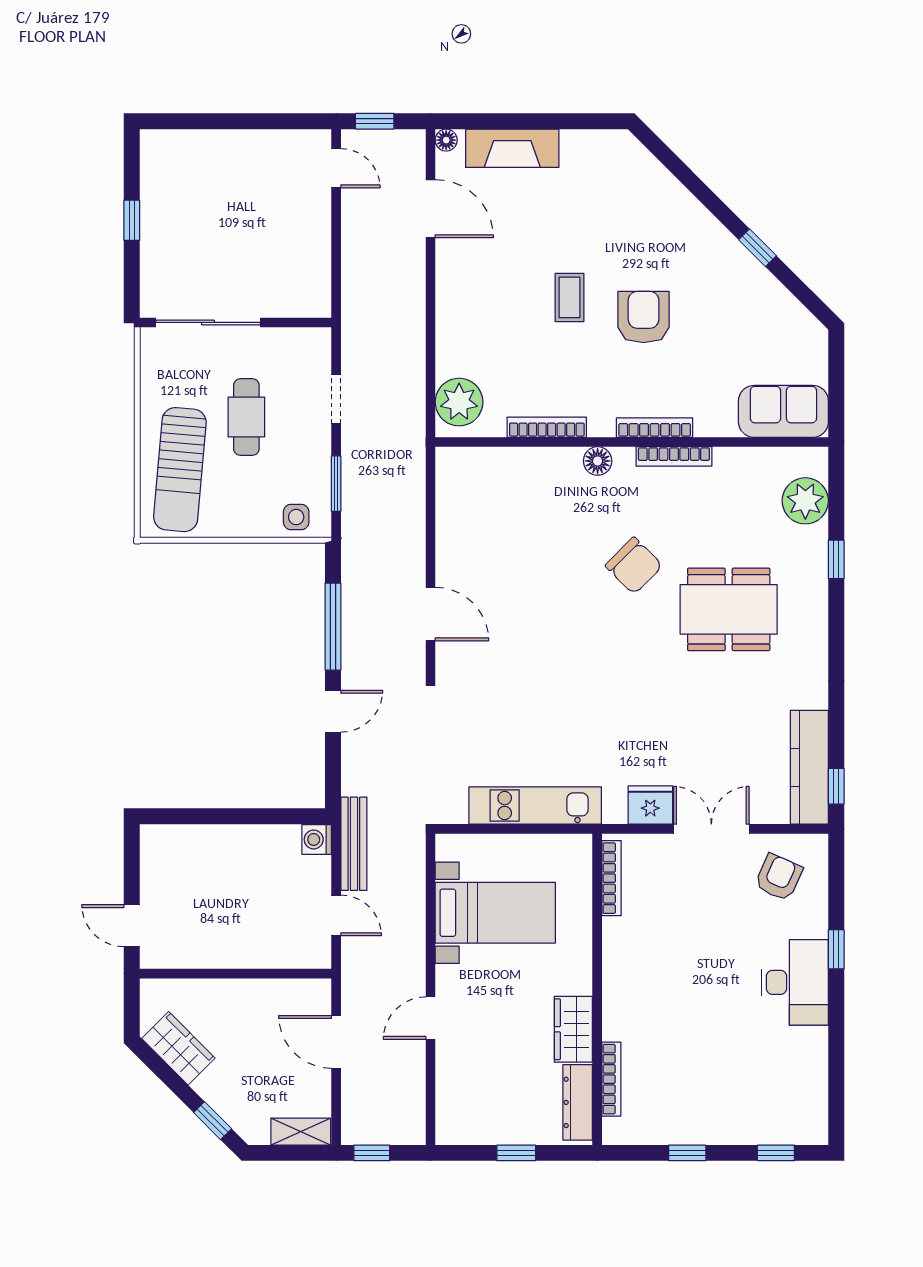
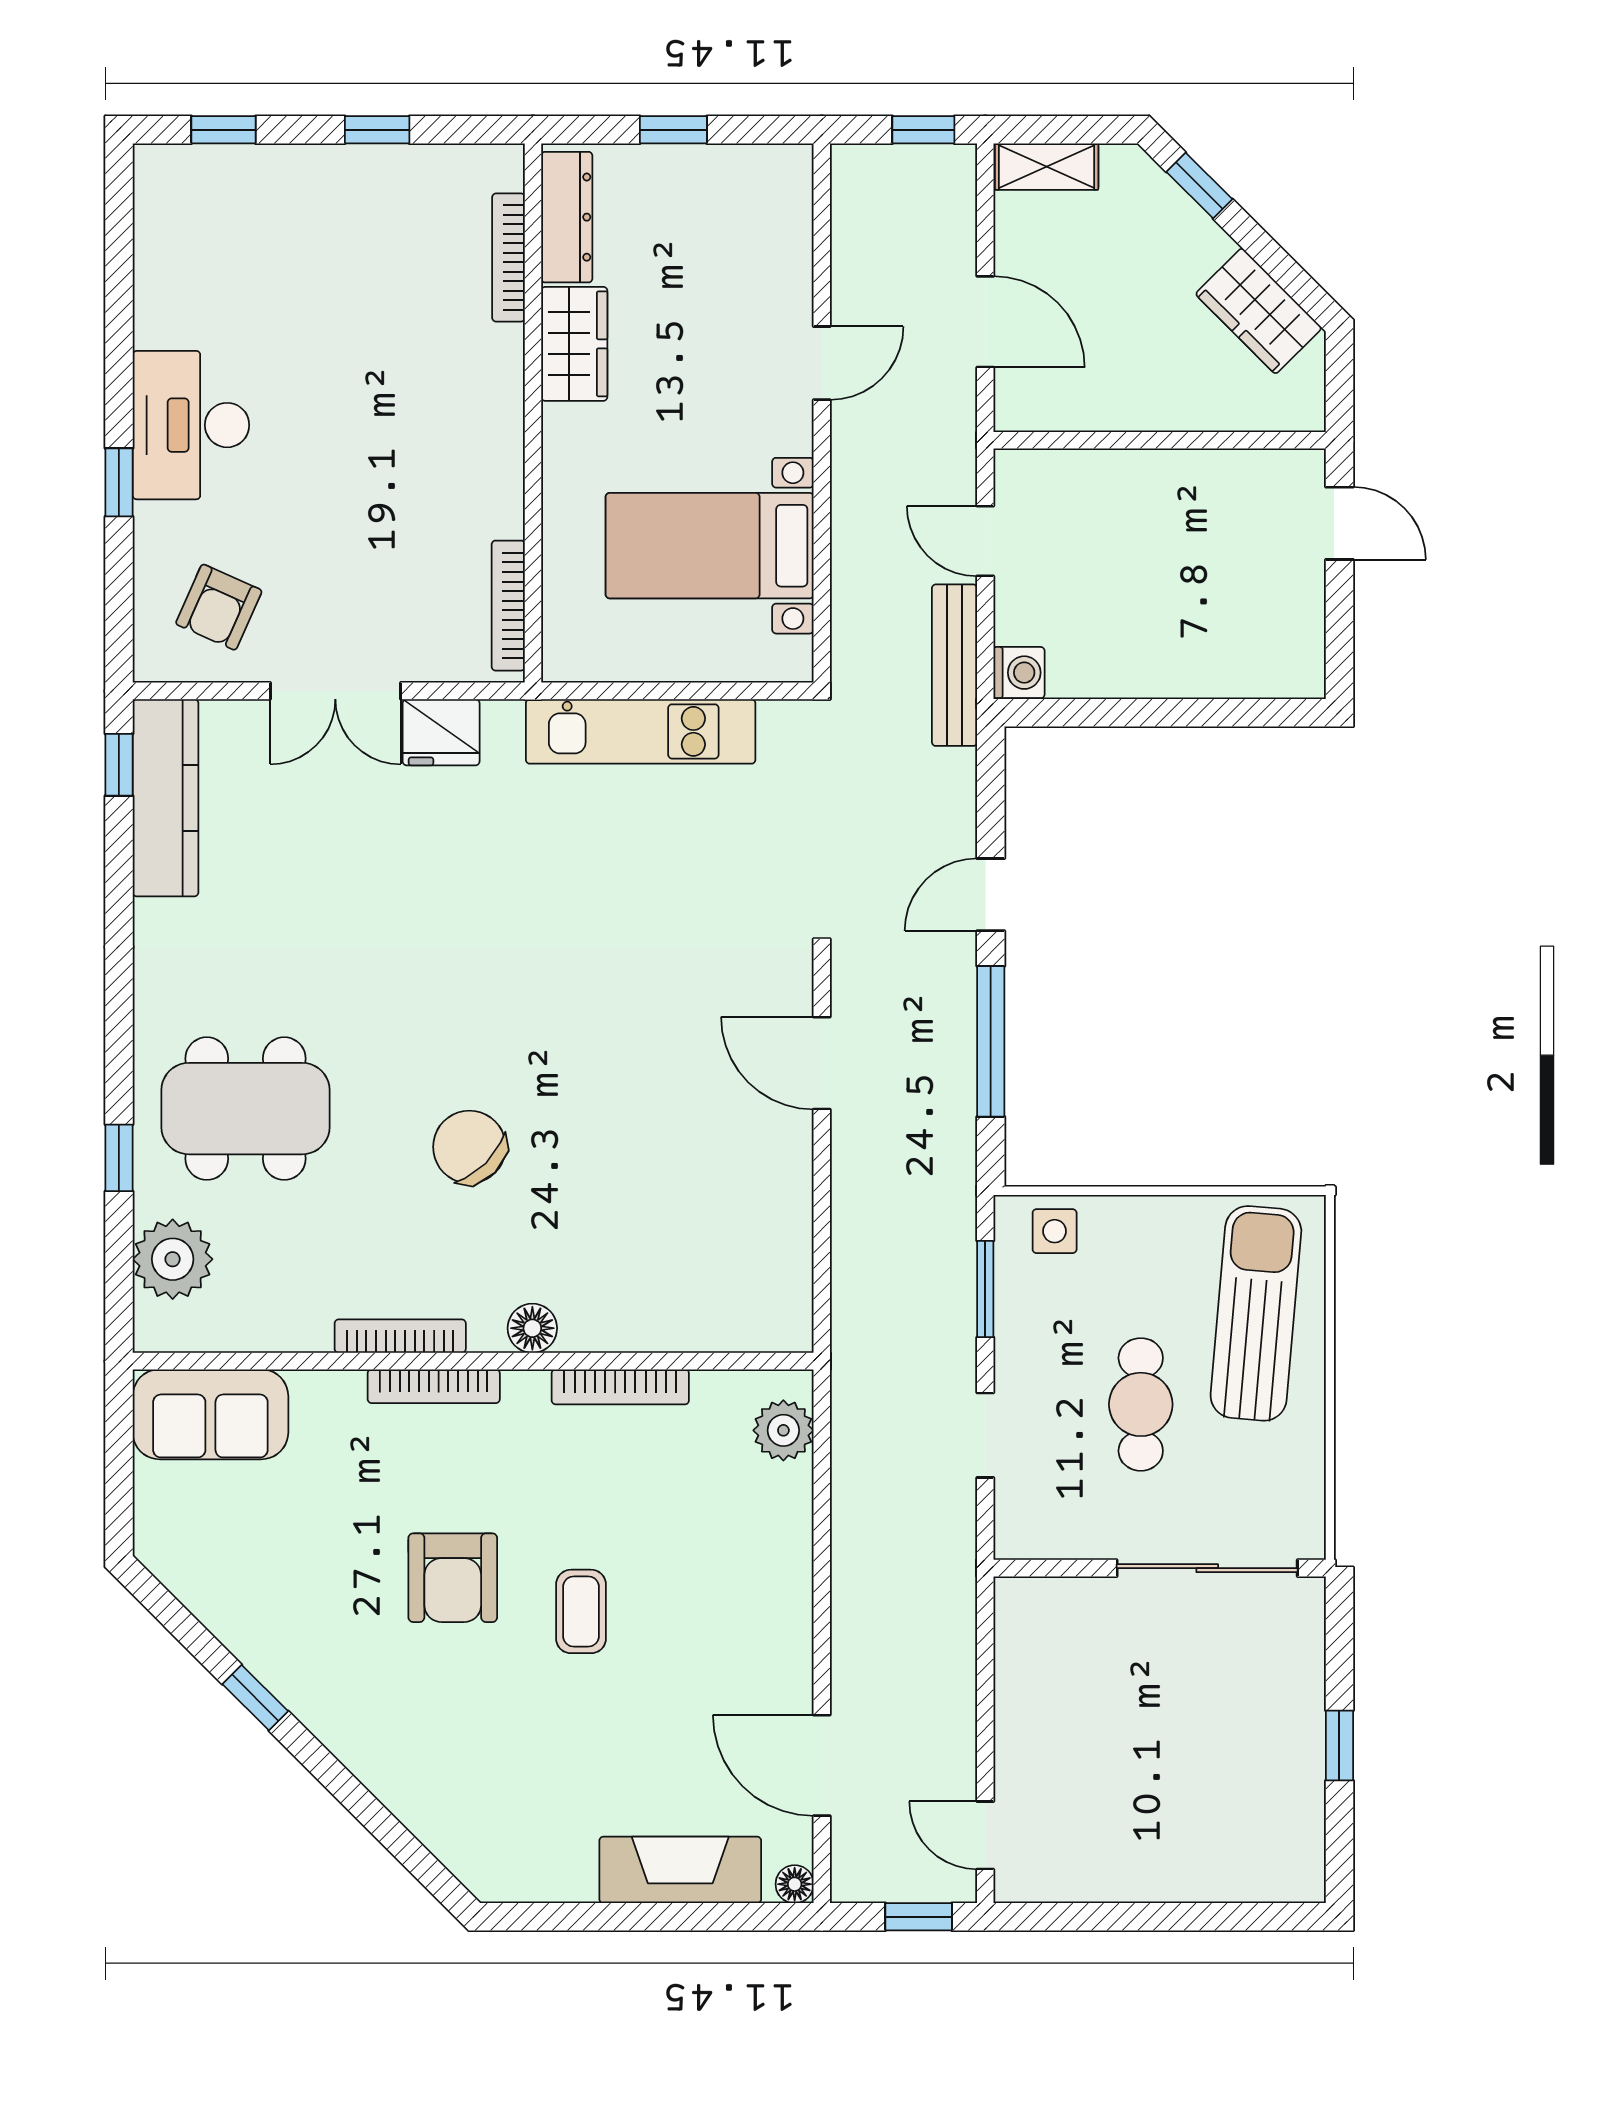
plant: (459, 402) -> (783, 1430), width x0.73, depth x0.73
dining table: (729, 609) -> (246, 1109), moved

